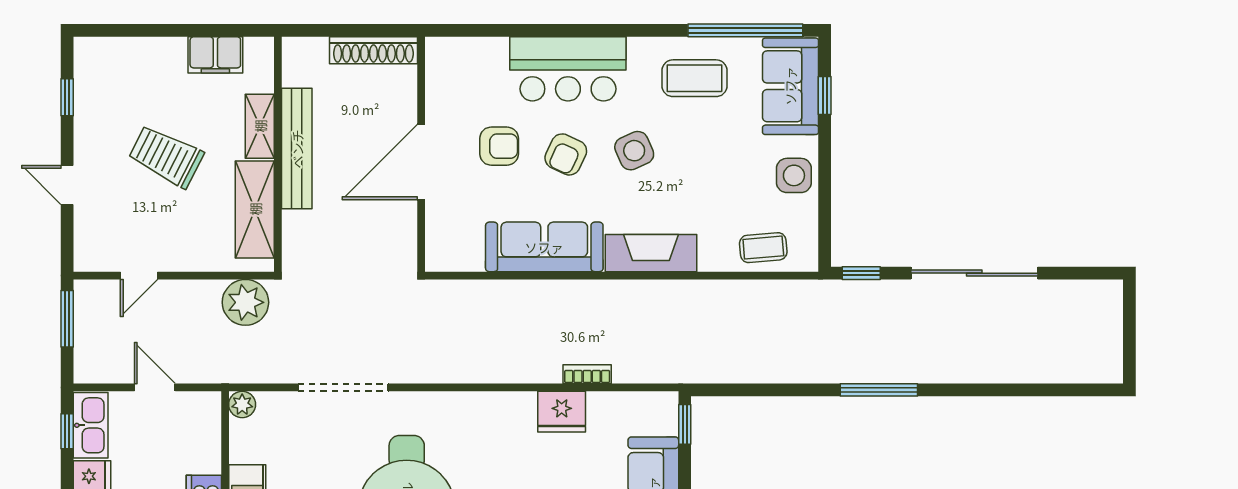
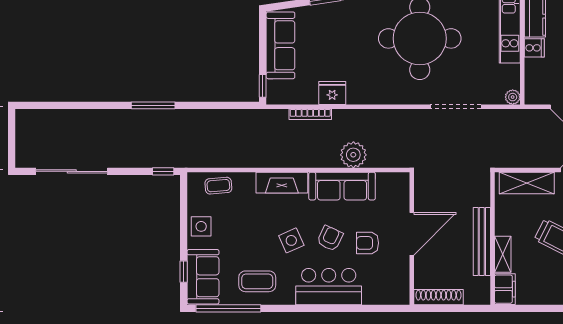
filing cabinet: (215, 55) -> (505, 289), moved, turned 90
shelving: (255, 209) -> (527, 183), moved, turned 90
sliding door: (974, 273) -> (72, 171), moved
plant: (245, 302) -> (353, 155), moved
bookcase: (587, 374) -> (310, 114), width x1.56

